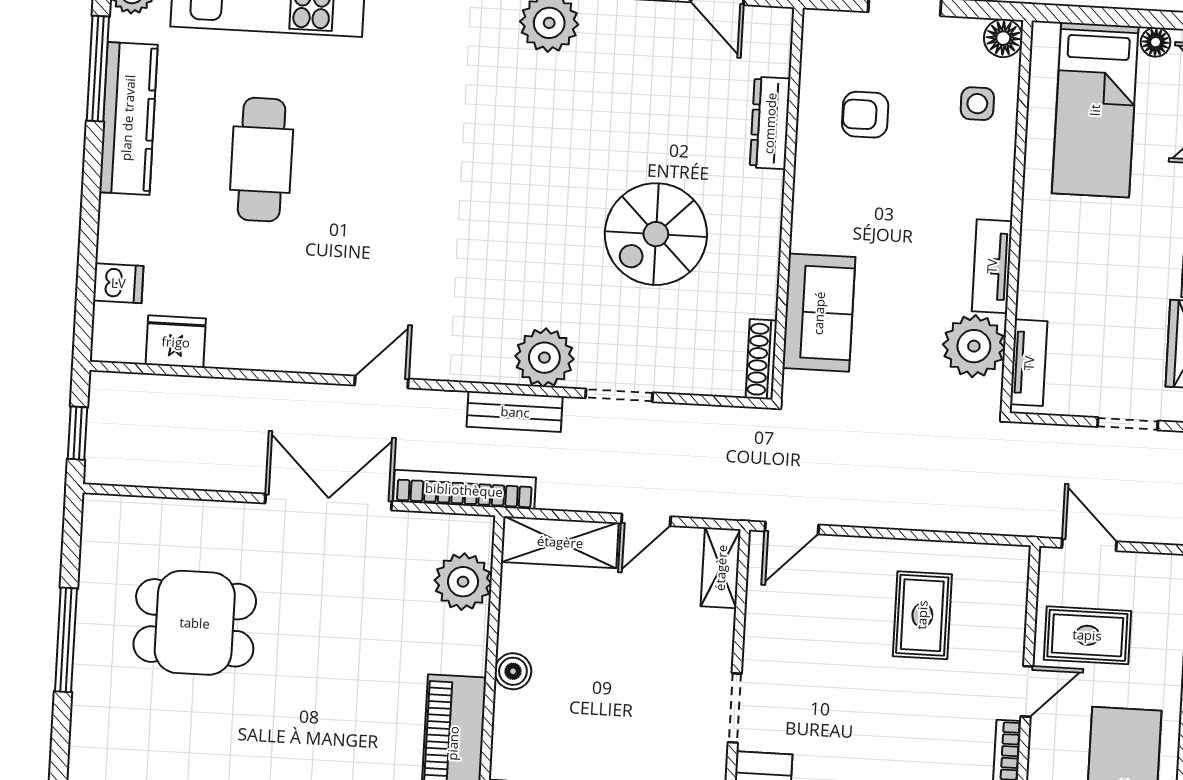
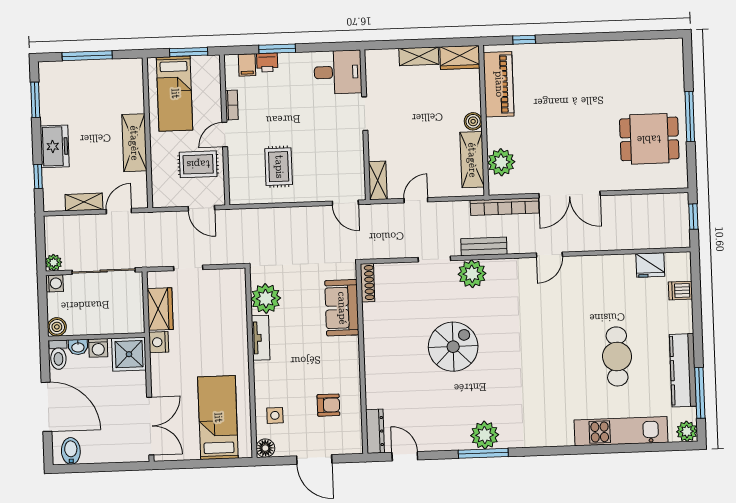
floor lamp: (1156, 42) -> (192, 453), removed
dresser: (770, 123) -> (375, 431), moved
spiral stairs: (656, 234) -> (453, 347), moved
tv unit: (1029, 363) -> (239, 293), removed
door: (792, 528) -> (345, 203), swing flipped
shelving: (560, 542) -> (472, 160), moved, turned 90
dining table: (195, 623) -> (649, 139), moved

